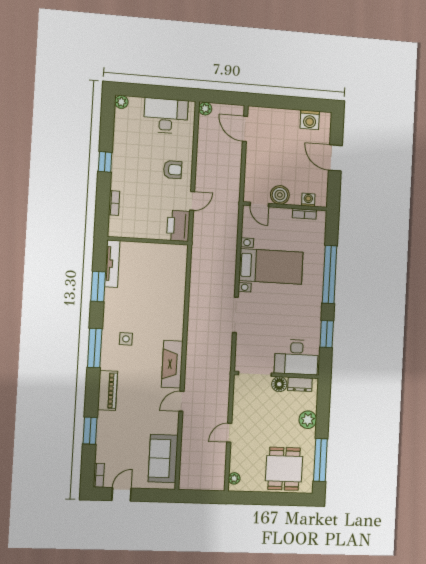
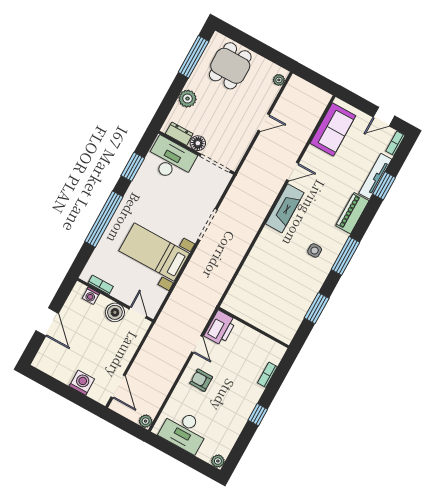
washing machine: (310, 120) -> (82, 383), moved
door: (192, 201) -> (197, 344), swing flipped
tv unit: (112, 264) -> (375, 176), moved

